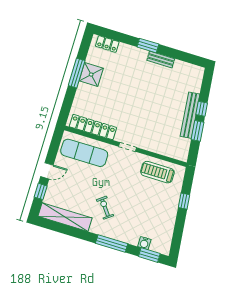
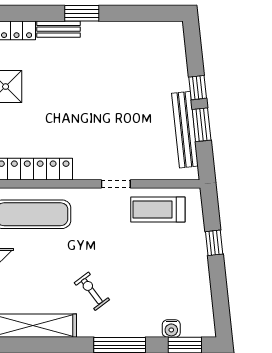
bench: (161, 59) -> (58, 29), moved
bench: (190, 115) -> (185, 130), moved
doorway: (128, 147) -> (116, 184), moved

